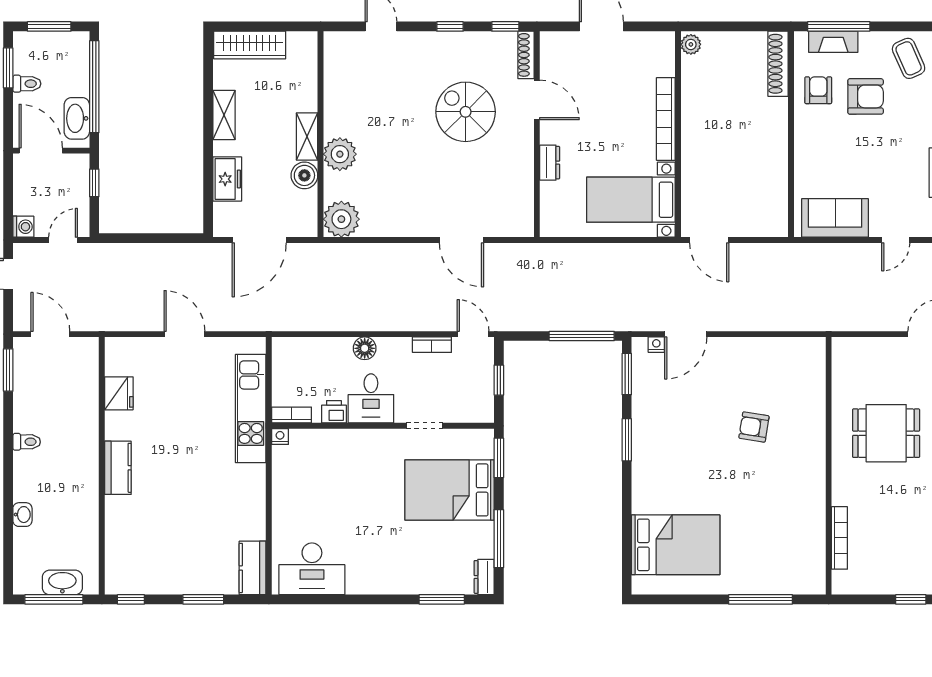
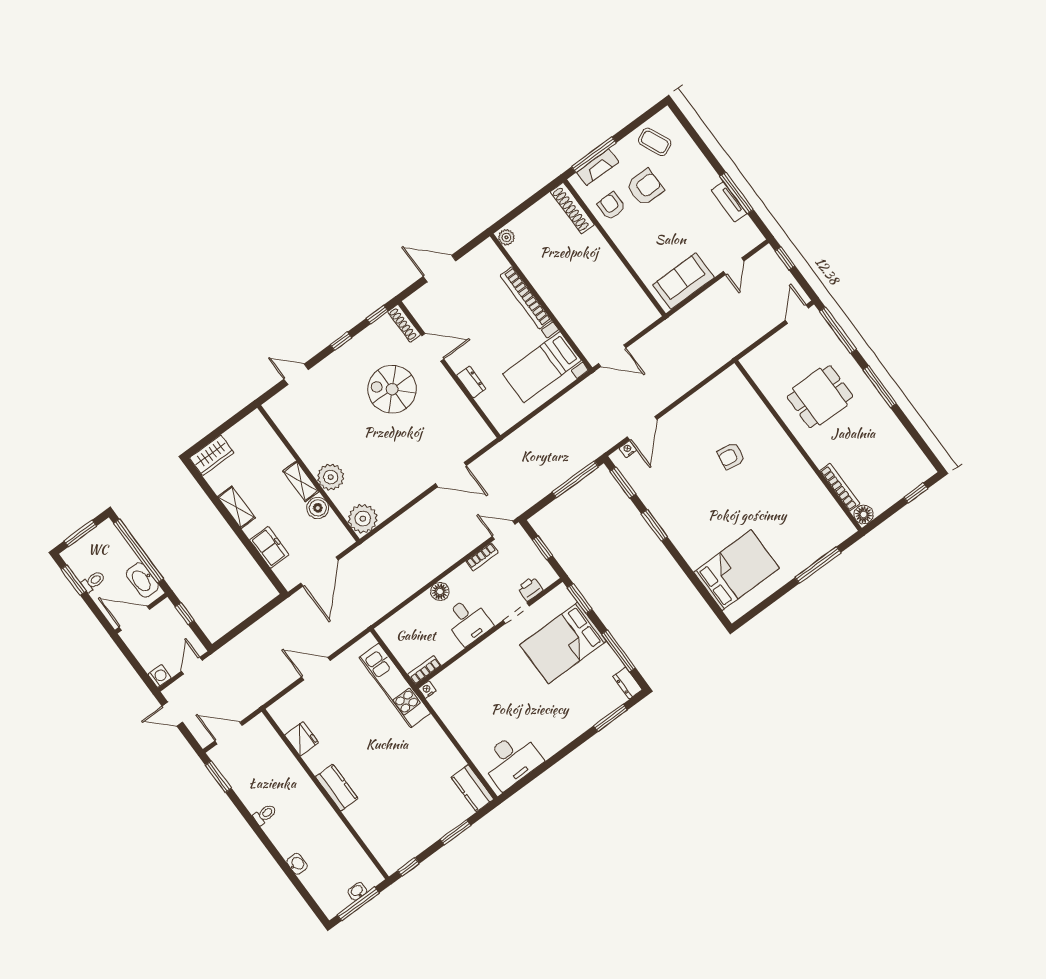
wardrobe: (250, 45) -> (212, 455), width x0.67
printer: (334, 412) -> (530, 589), moved
washbasin: (62, 582) -> (357, 891), width x0.52, depth x0.69
floor lamp: (843, 583) -> (864, 515), added

